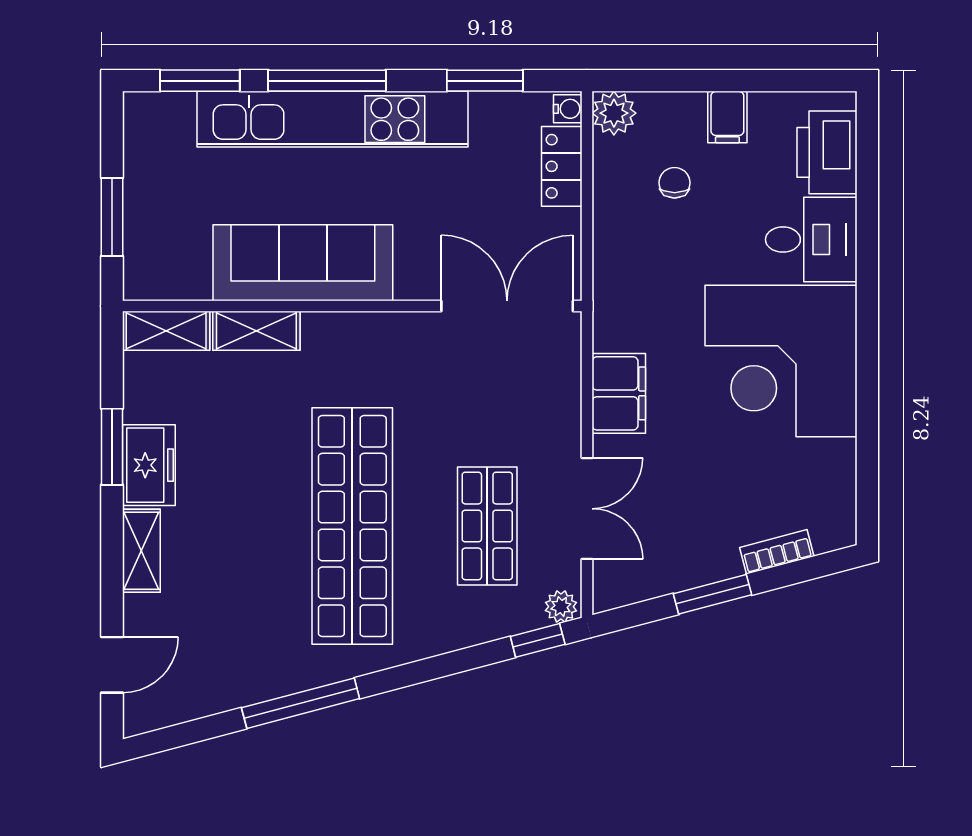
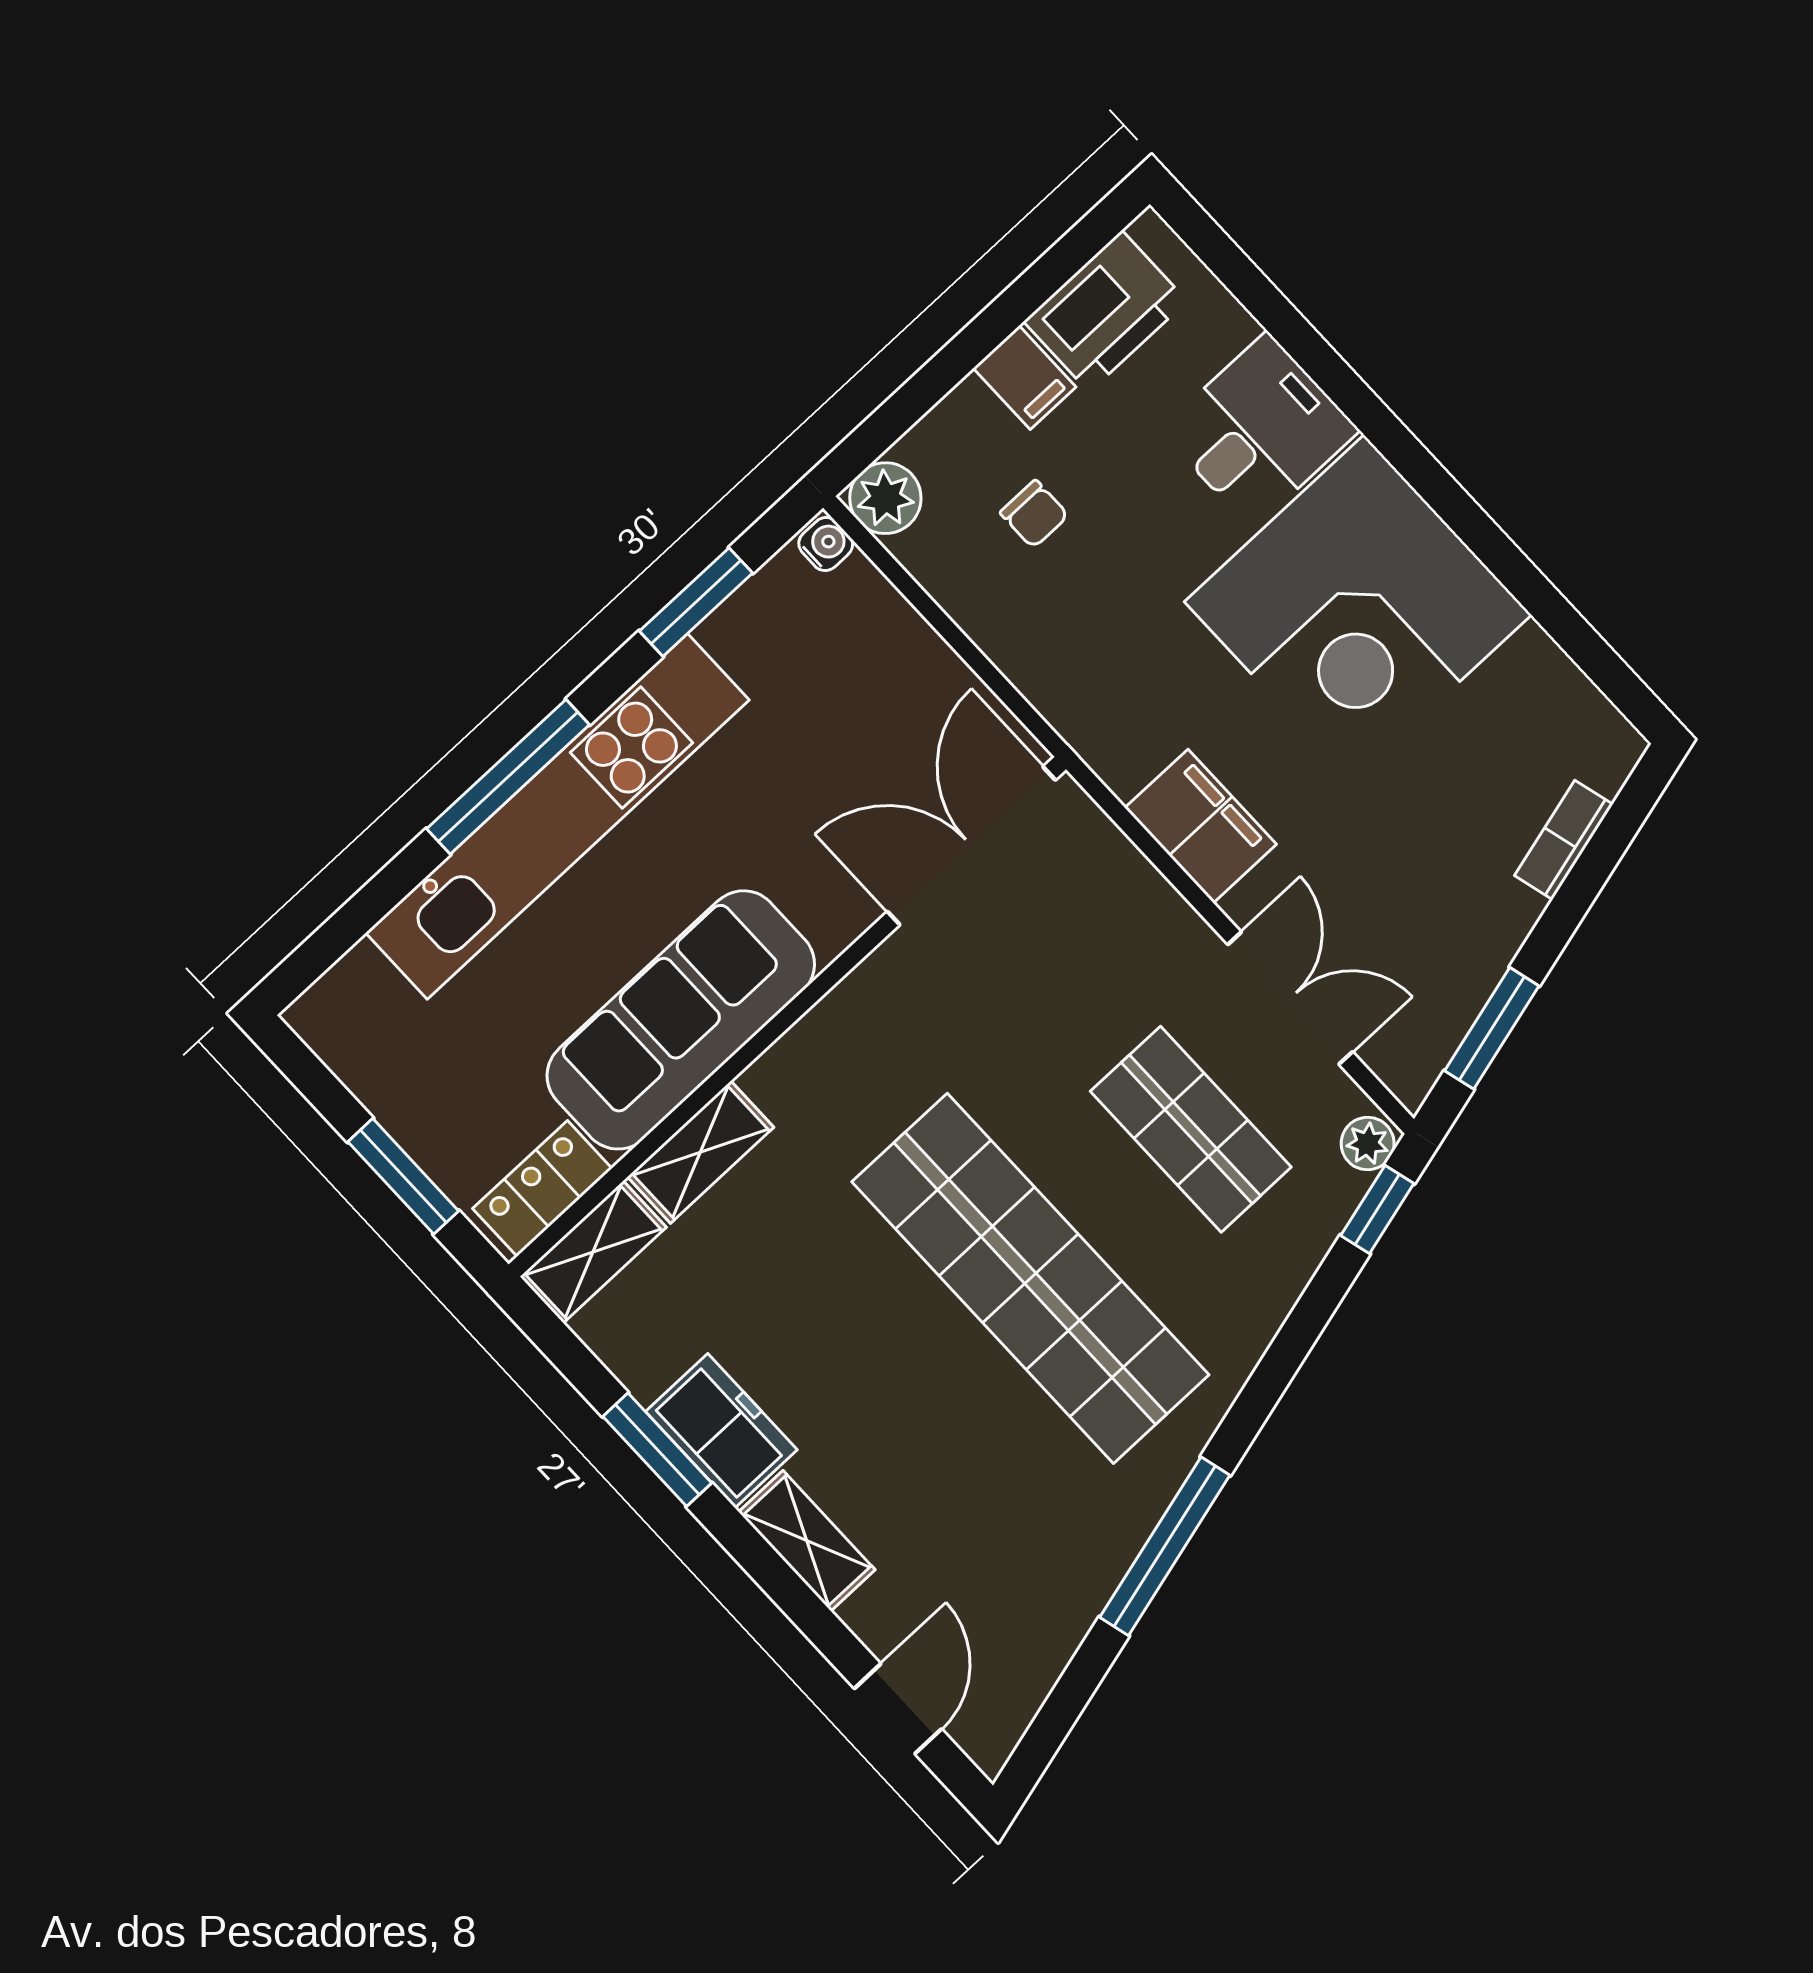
window: (200, 81) -> (357, 917), removed
printer: (827, 152) -> (1105, 311), moved, turned -90
locker: (562, 166) -> (542, 1188), moved, turned 90
chair: (675, 183) -> (1034, 514), turned 180
window: (712, 594) -> (1492, 1028), moved

